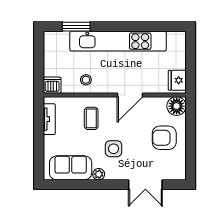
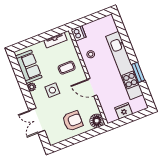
window: (76, 27) -> (138, 72), moved
fridge: (177, 80) -> (124, 111), moved
armchair: (164, 138) -> (73, 121), turned 90

